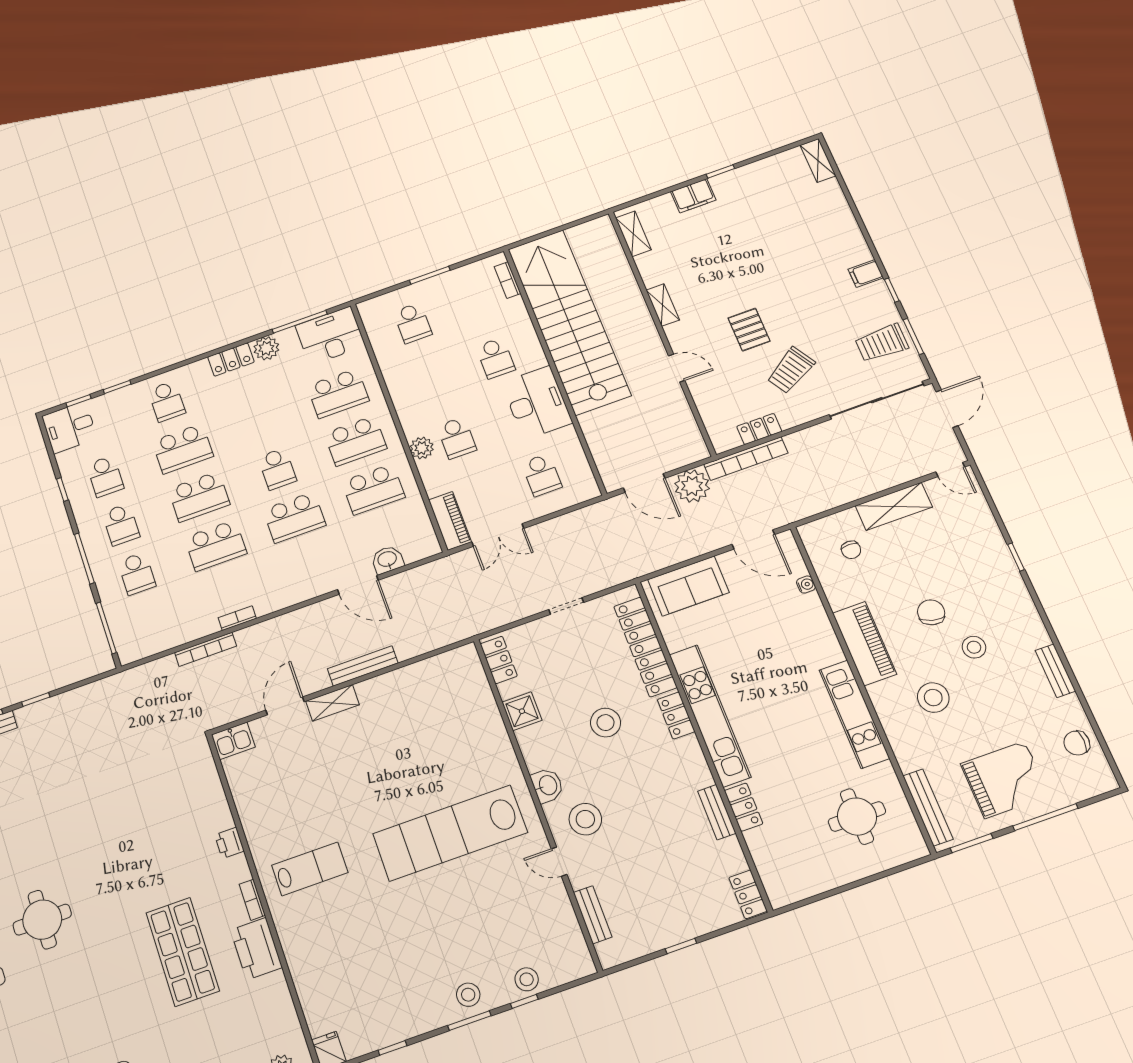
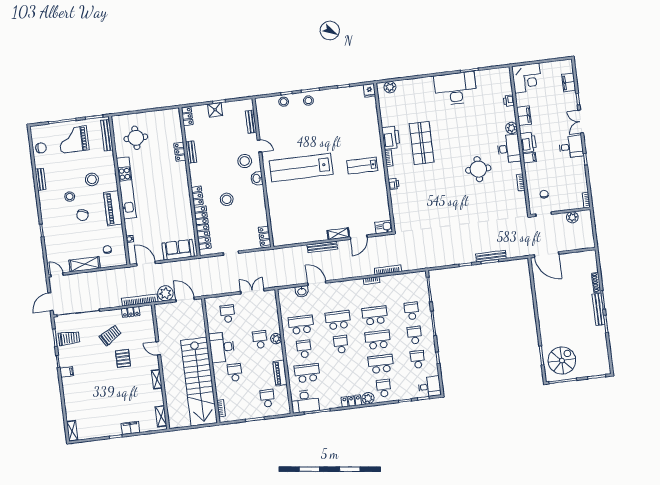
plant: (266, 348) -> (368, 398), moved
school desk: (356, 441) -> (304, 349), width x0.54
piano: (450, 521) -> (280, 373), moved
shower: (522, 711) -> (215, 110), moved
kitchen unit: (854, 714) -> (126, 188), width x1.36
kitchen unit: (710, 715) -> (183, 193), removed
lab bench: (450, 833) -> (301, 168), turned 180

